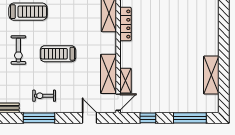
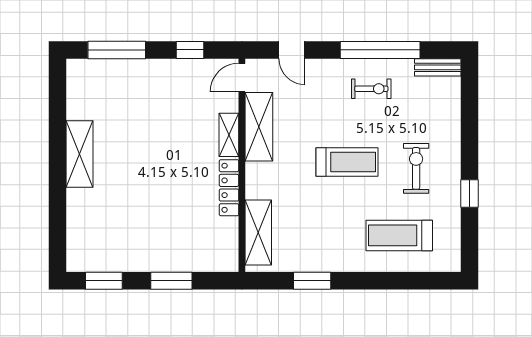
locker: (126, 24) -> (229, 188), moved
shelving: (211, 75) -> (80, 154), moved
shelving: (126, 81) -> (229, 135), moved
window: (39, 118) -> (380, 50), width x1.46

